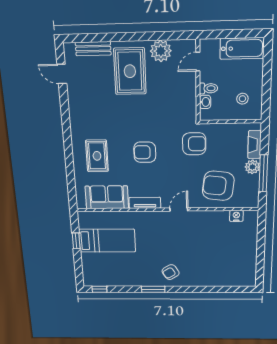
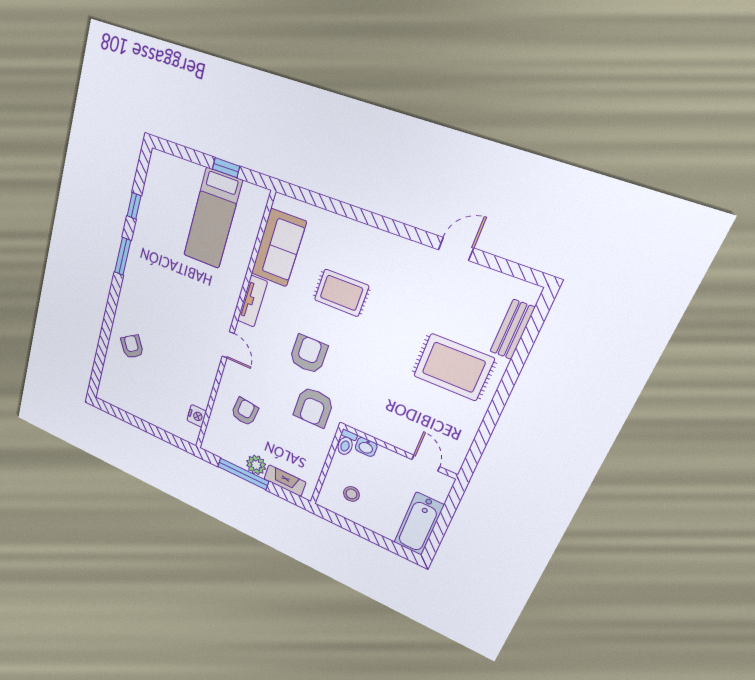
plant: (161, 51) -> (463, 422), removed
door: (62, 74) -> (456, 249), moved
toilet: (208, 88) -> (346, 443), moved
armchair: (145, 152) -> (308, 354), moved
rug: (97, 156) -> (341, 293), moved
armchair: (218, 186) -> (245, 412), width x0.53, depth x0.53
armchair: (171, 272) -> (132, 347), moved
window: (99, 289) -> (134, 206), moved

